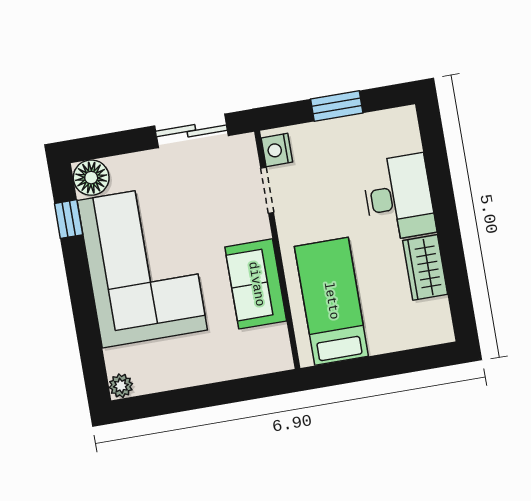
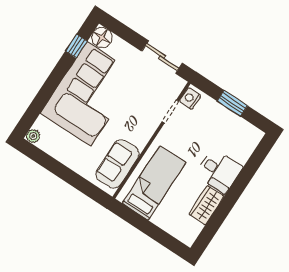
desk: (399, 198) -> (219, 171), width x0.73
sofa: (256, 284) -> (117, 164), moved

